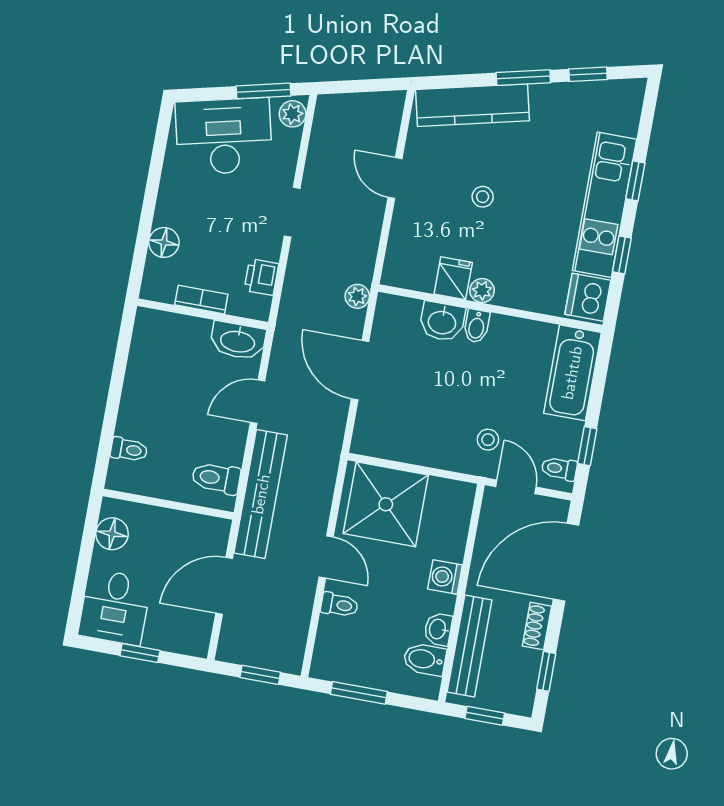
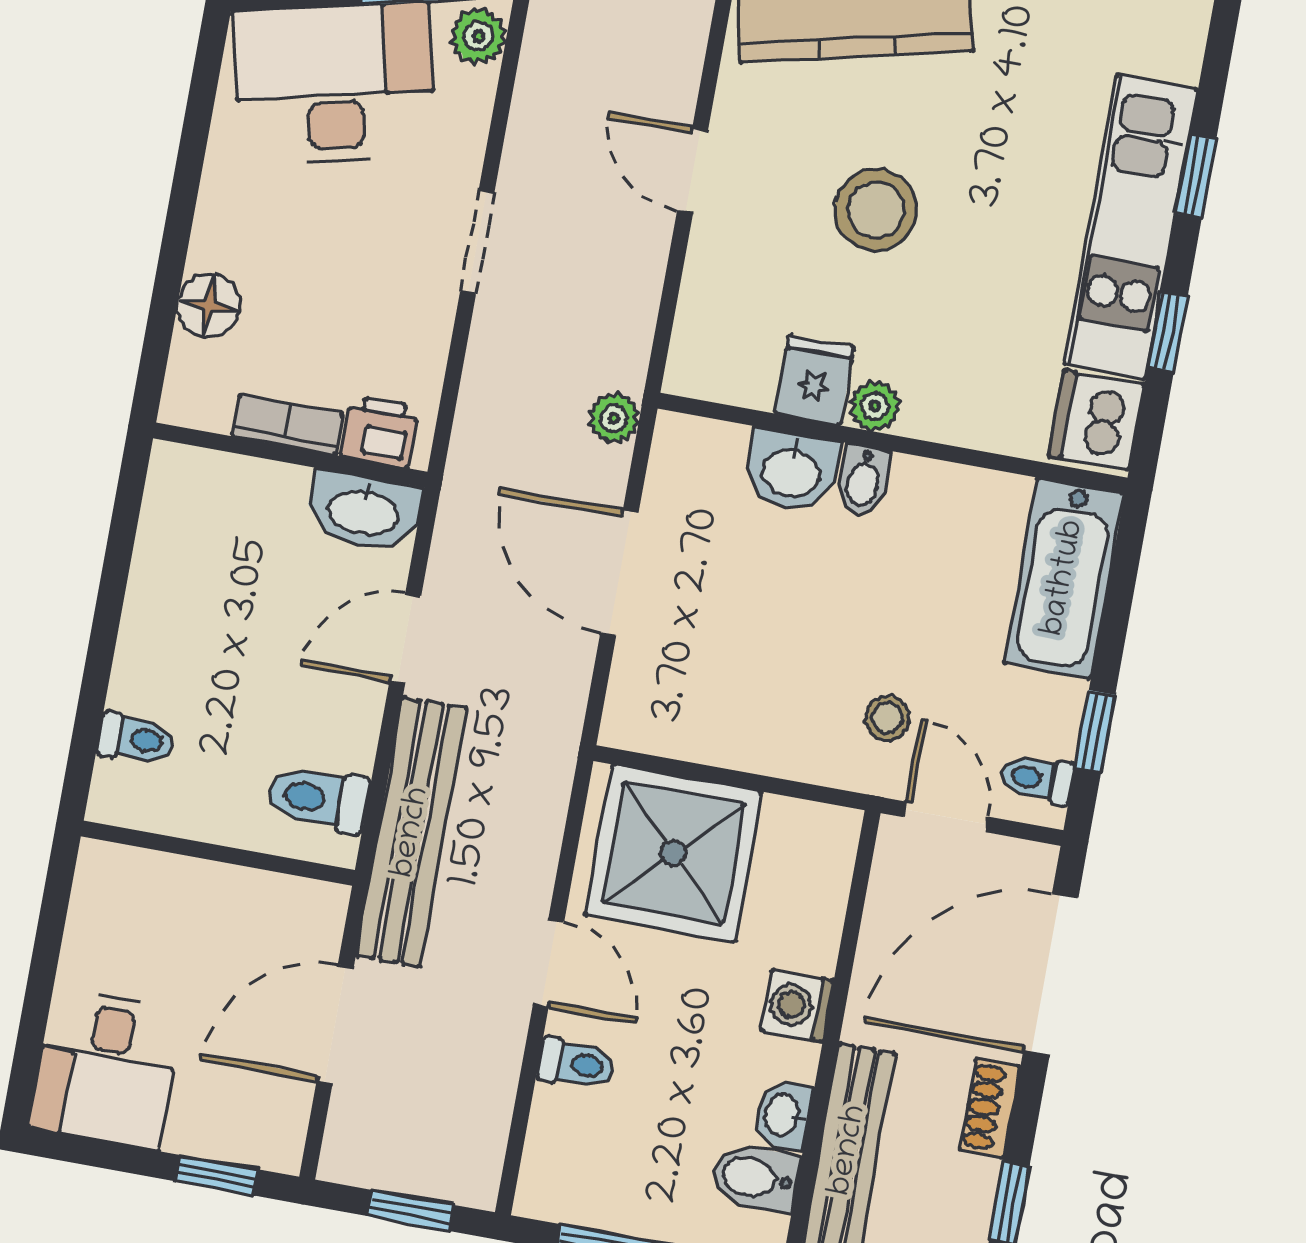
stool: (483, 197) -> (876, 210), width x1.89, depth x1.89
printer: (261, 277) -> (380, 432), moved, turned 90
floor lamp: (112, 534) -> (101, 915), removed
window: (140, 653) -> (216, 1175), moved

